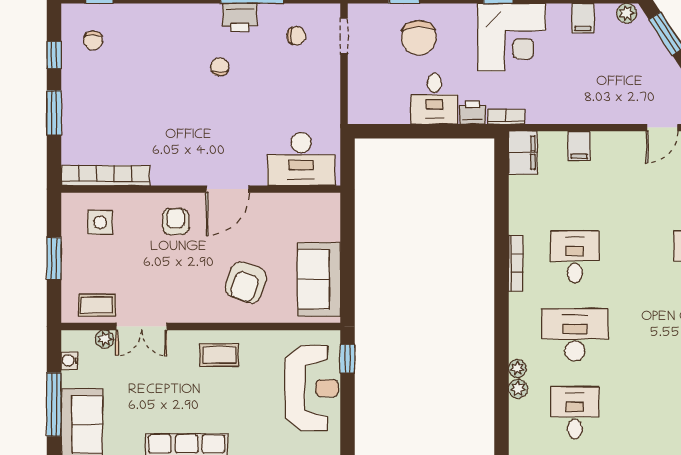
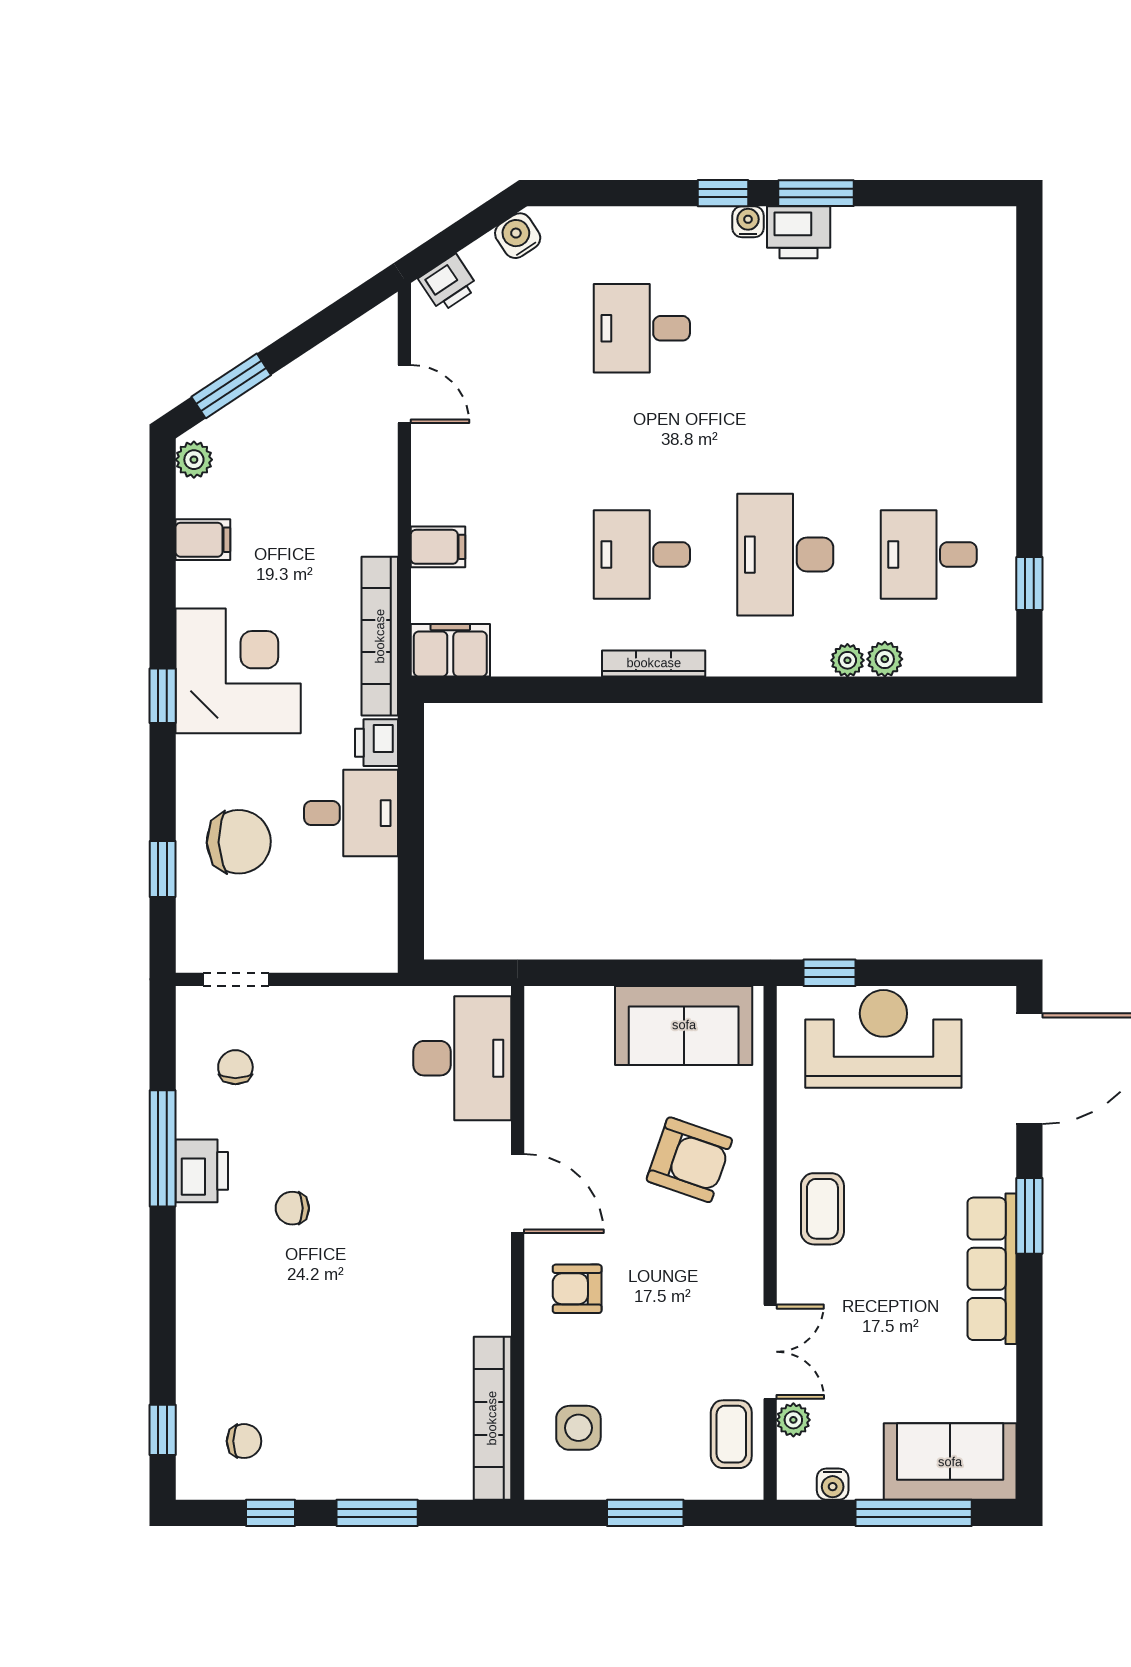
bookcase: (506, 117) -> (380, 636), width x2.31, depth x1.31

